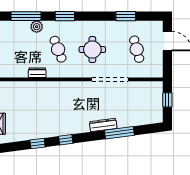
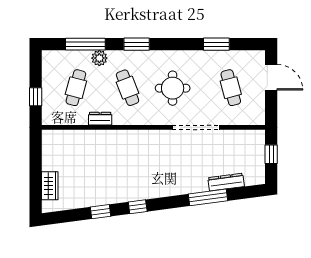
cafe table: (19, 49) -> (76, 88), added
dresser: (103, 125) -> (226, 182), moved

